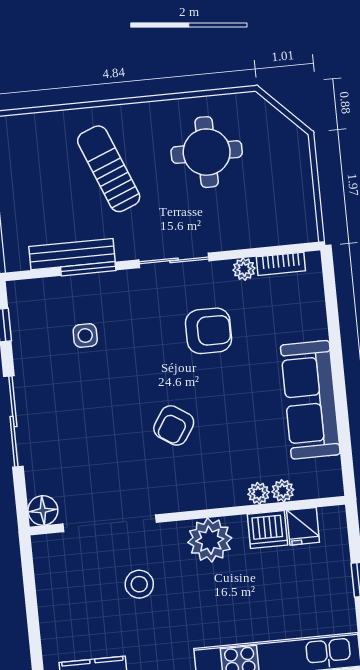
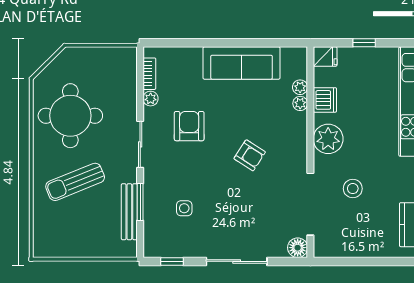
round table: (207, 152) -> (70, 116), width x1.36, depth x1.36
fridge: (303, 526) -> (325, 57), moved

